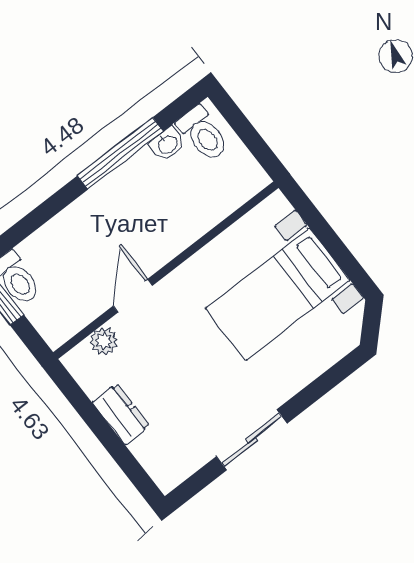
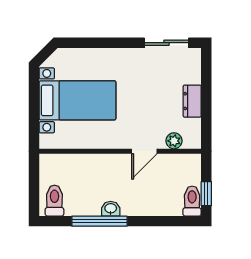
washbasin: (167, 144) -> (111, 209), moved
sliding door: (252, 440) -> (167, 43), moved

